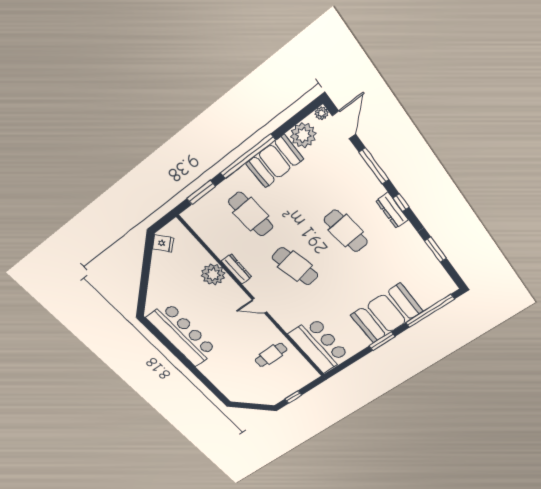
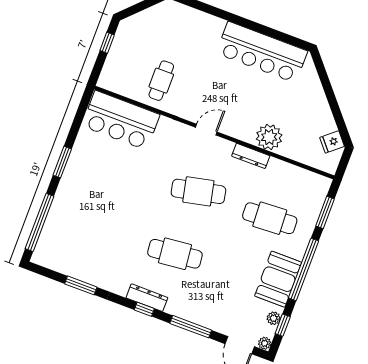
window: (296, 120) -> (283, 325), added
plant: (303, 135) -> (274, 318), width x0.53, depth x0.53
booth: (387, 313) -> (79, 195), removed

